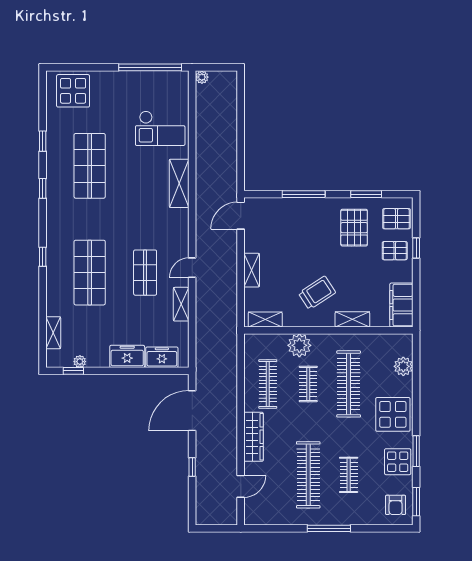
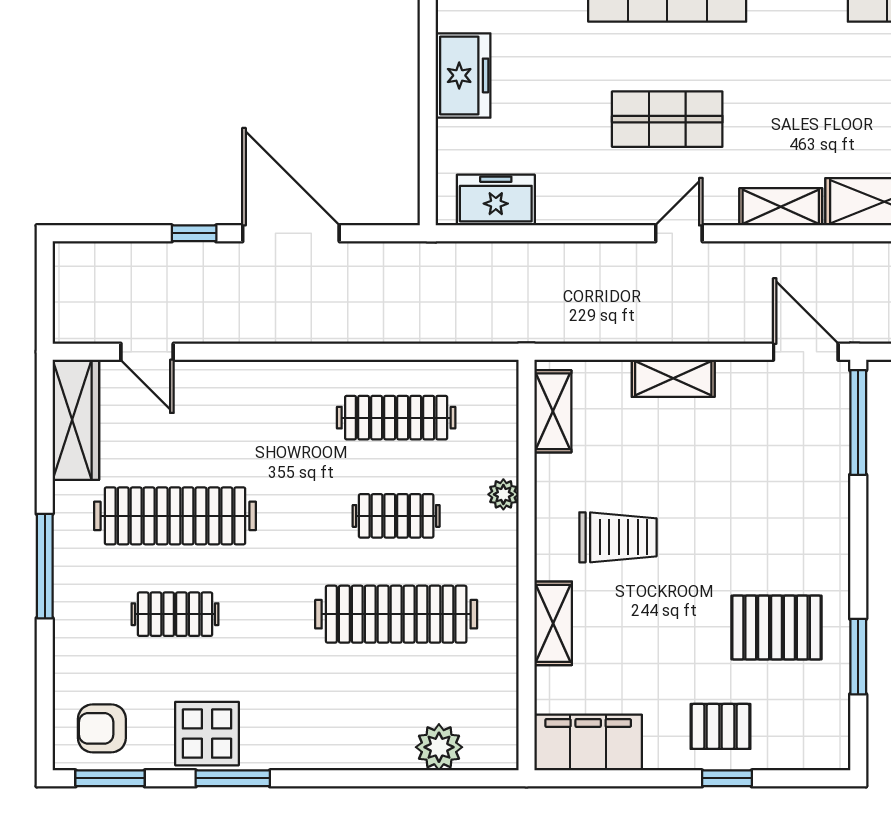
window: (304, 194) -> (858, 423), moved
pallet: (396, 219) -> (798, 731), removed
pallet: (395, 251) -> (720, 726), turned 90
door: (192, 268) -> (679, 233), hinge flipped
trolley: (317, 293) -> (618, 537), turned -57
shelving: (181, 304) -> (781, 207), moved
plant: (299, 345) -> (503, 494), width x0.53, depth x0.53
freezer: (162, 357) -> (496, 200), moved, turned -90
door: (192, 411) -> (291, 233), moved
display table: (393, 414) -> (322, 722), removed
wardrobe: (254, 437) -> (76, 420), moved, turned -90

